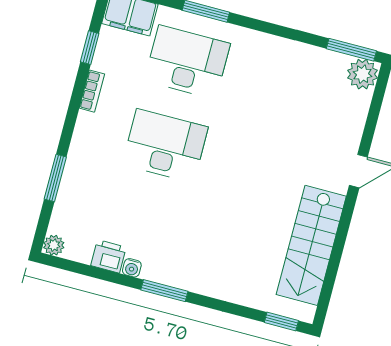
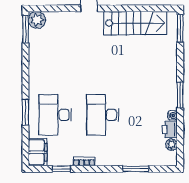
plant: (54, 245) -> (171, 145), moved
window: (281, 322) -> (180, 28), width x1.50

